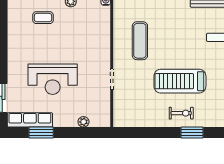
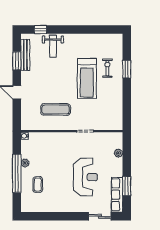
exercise bike: (181, 113) -> (107, 68), moved

